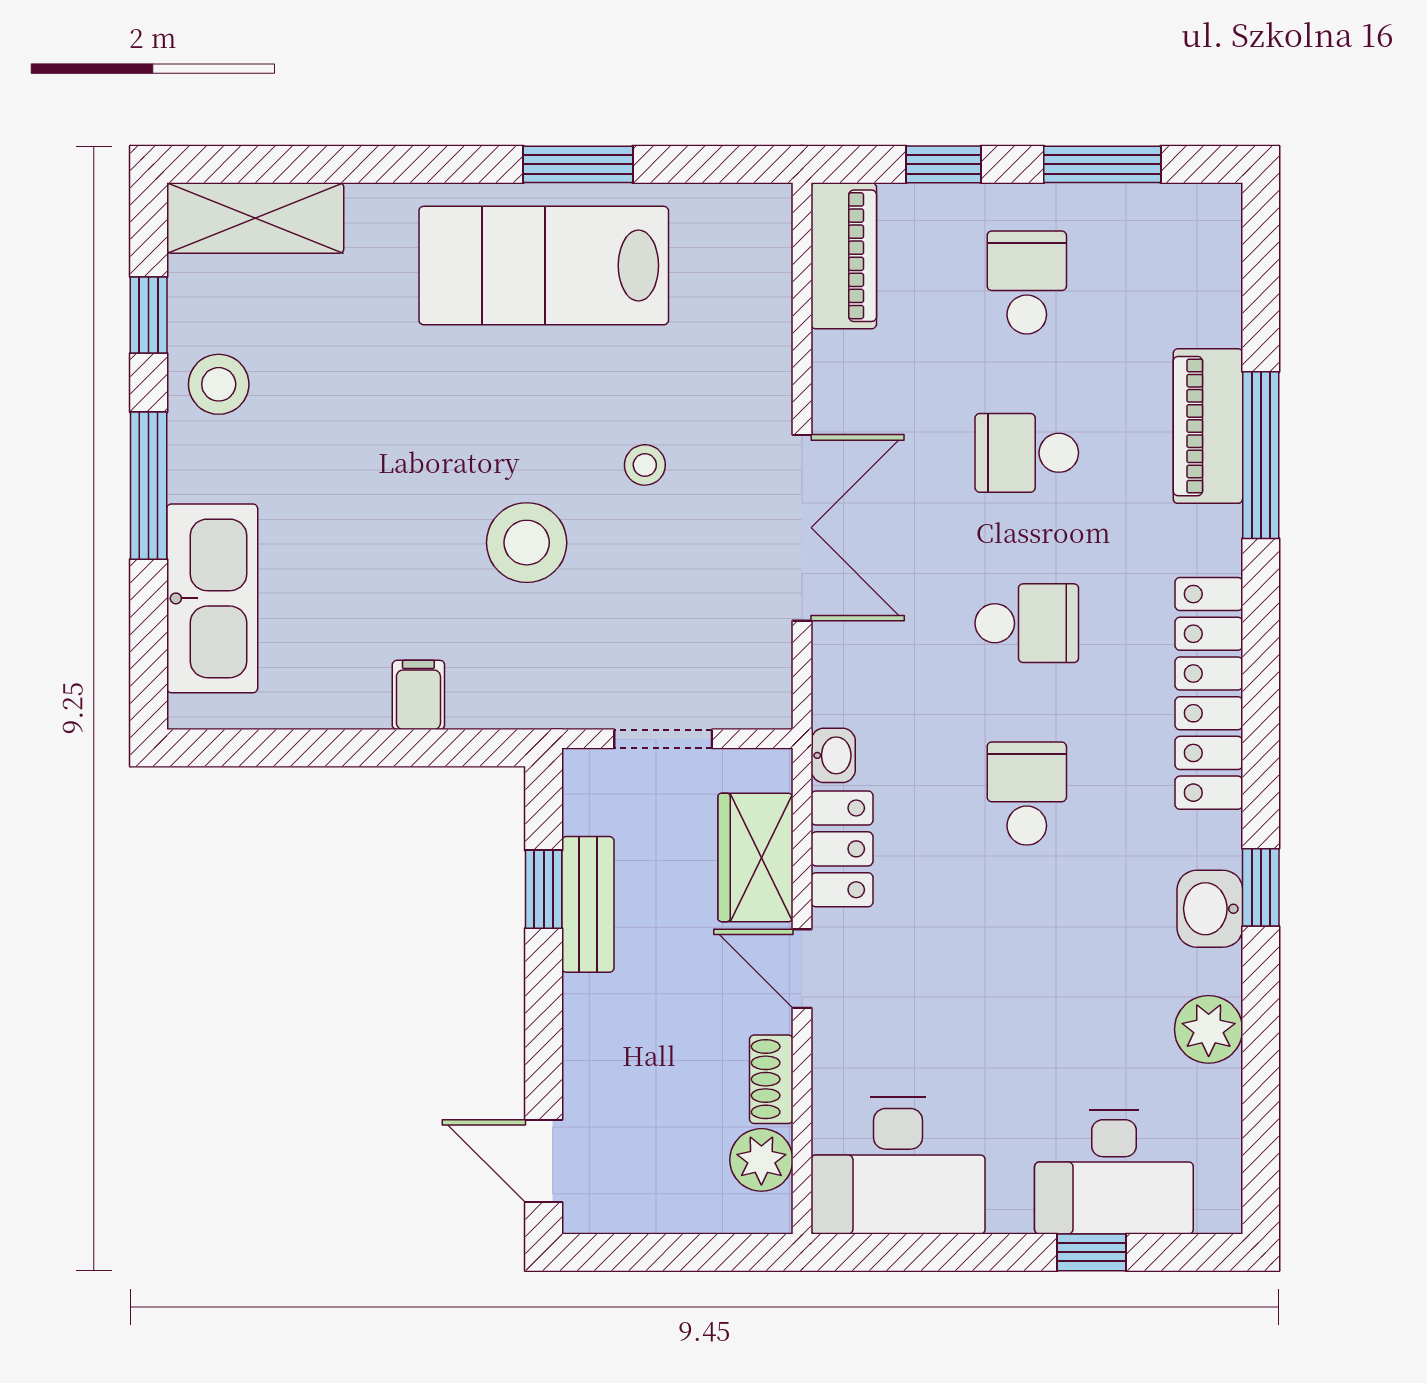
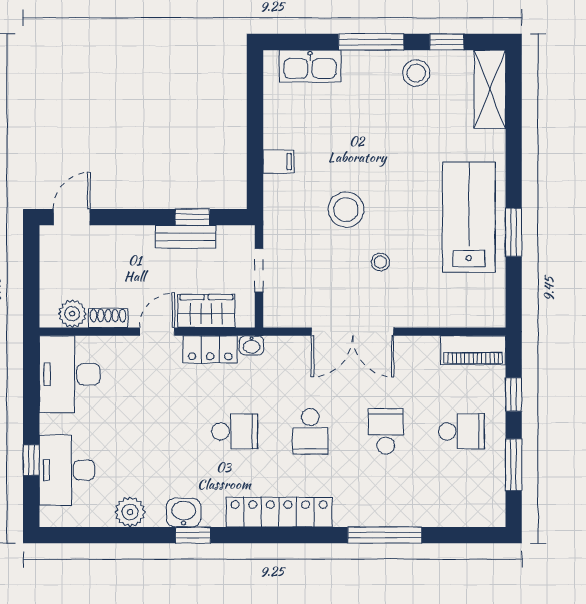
piano: (1208, 426) -> (398, 512), removed
kitchen sink: (212, 598) -> (310, 66), width x0.73, depth x0.81

